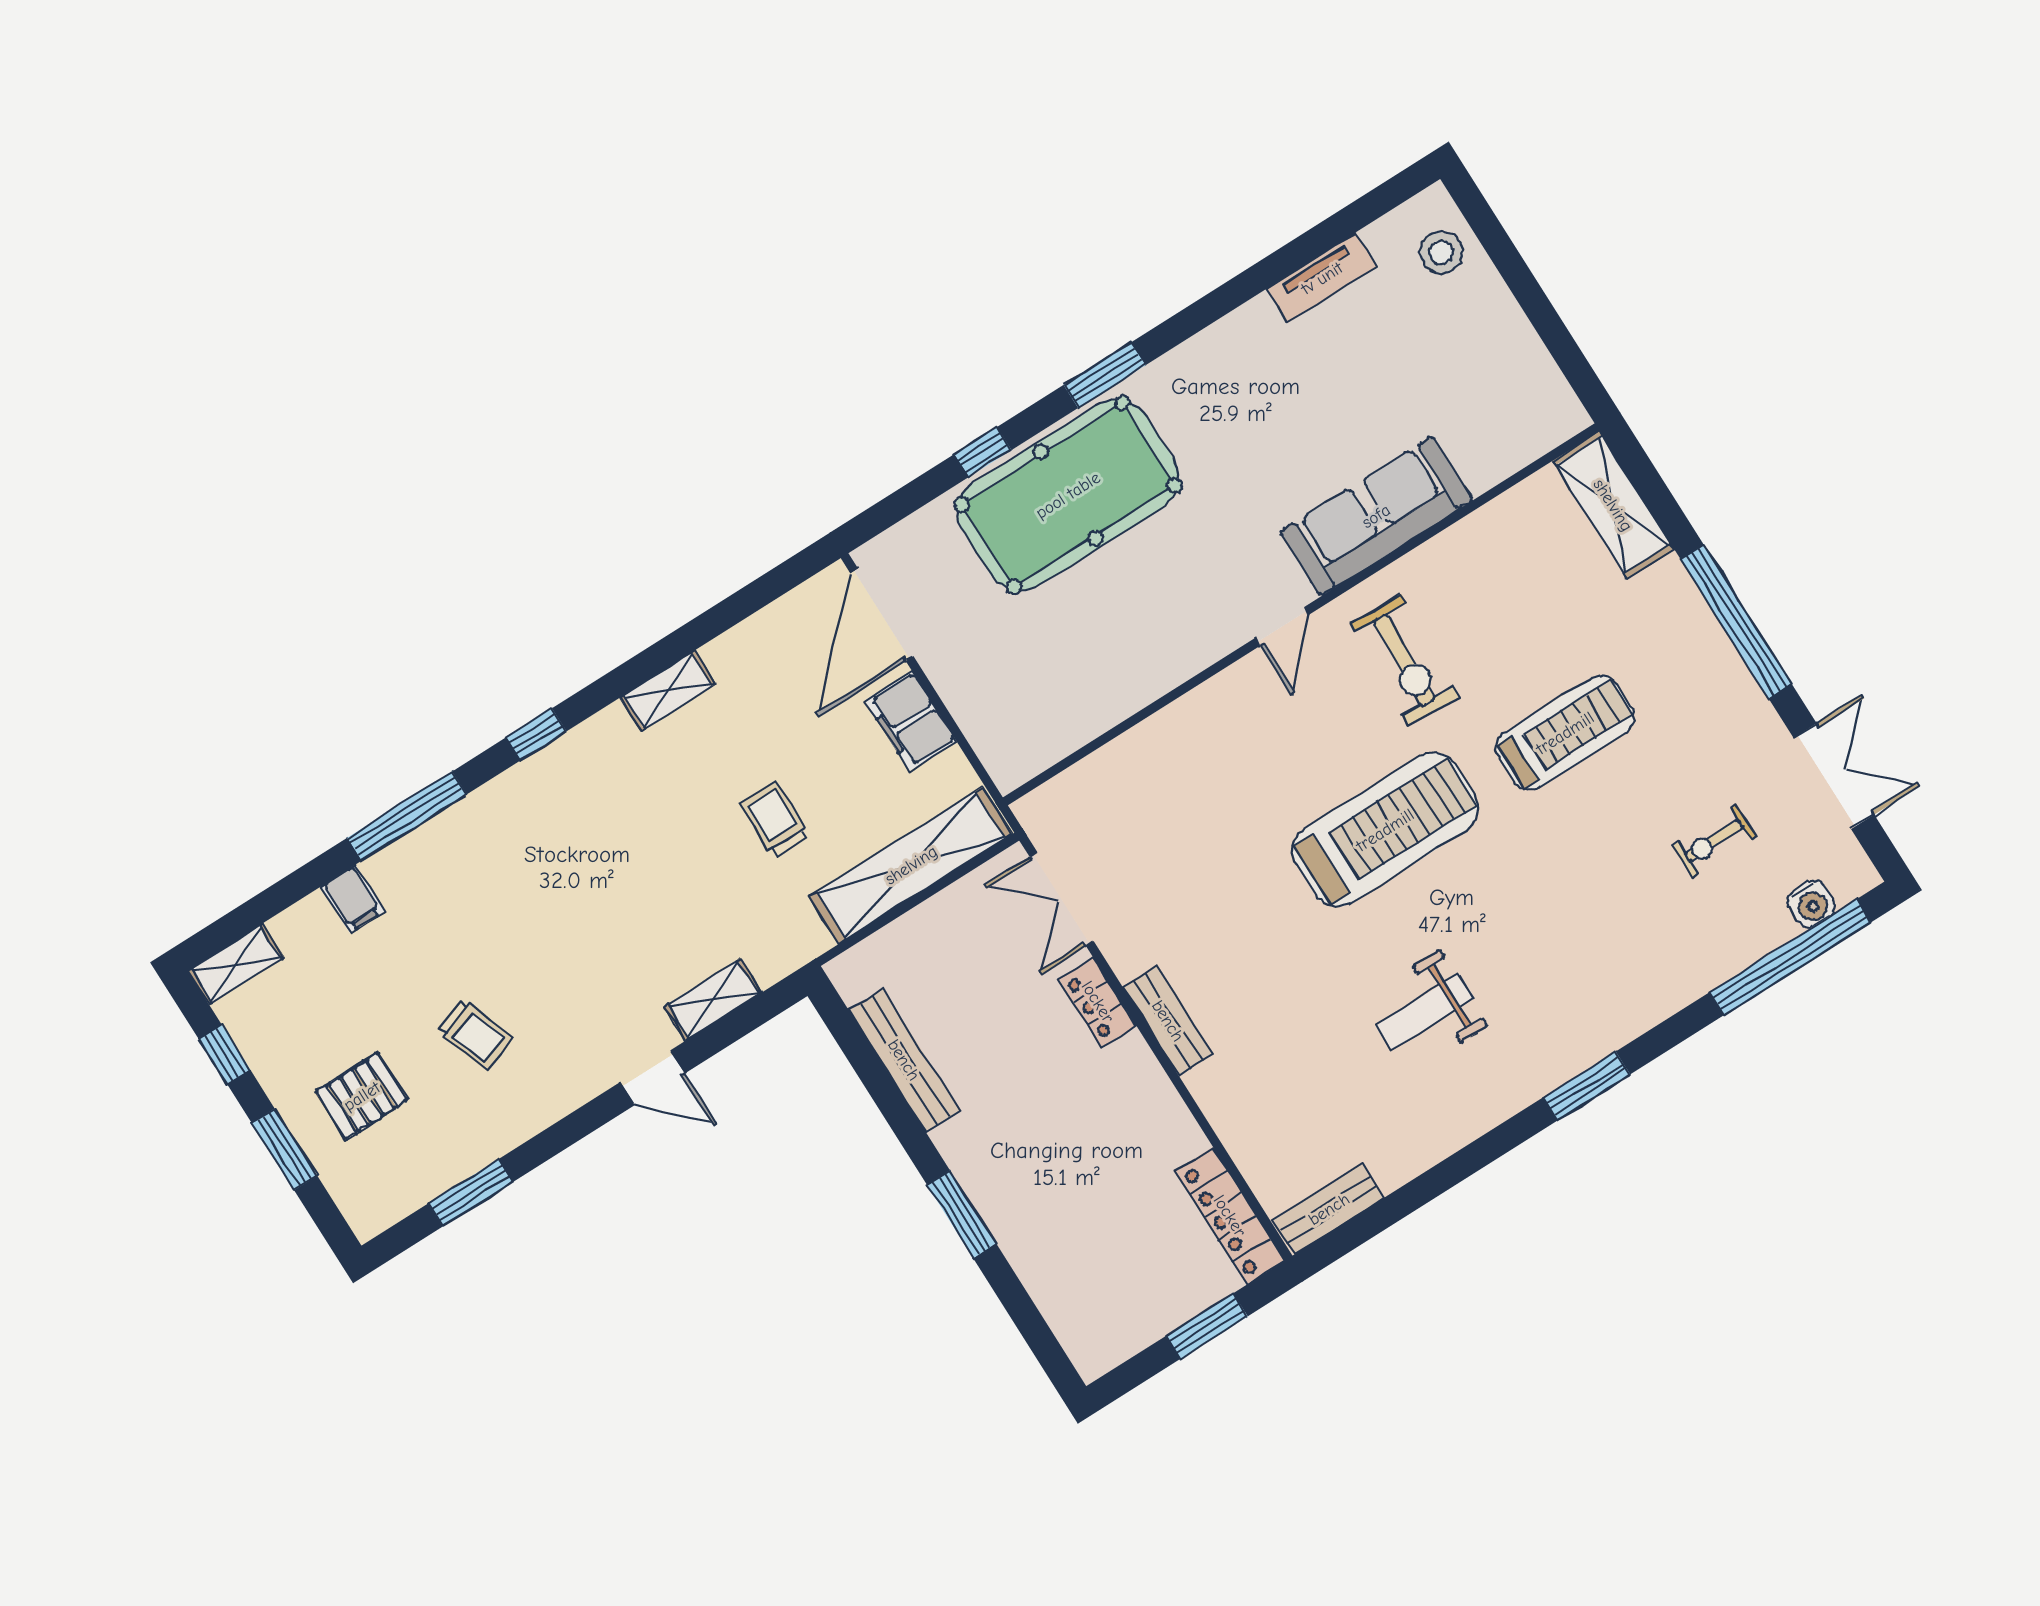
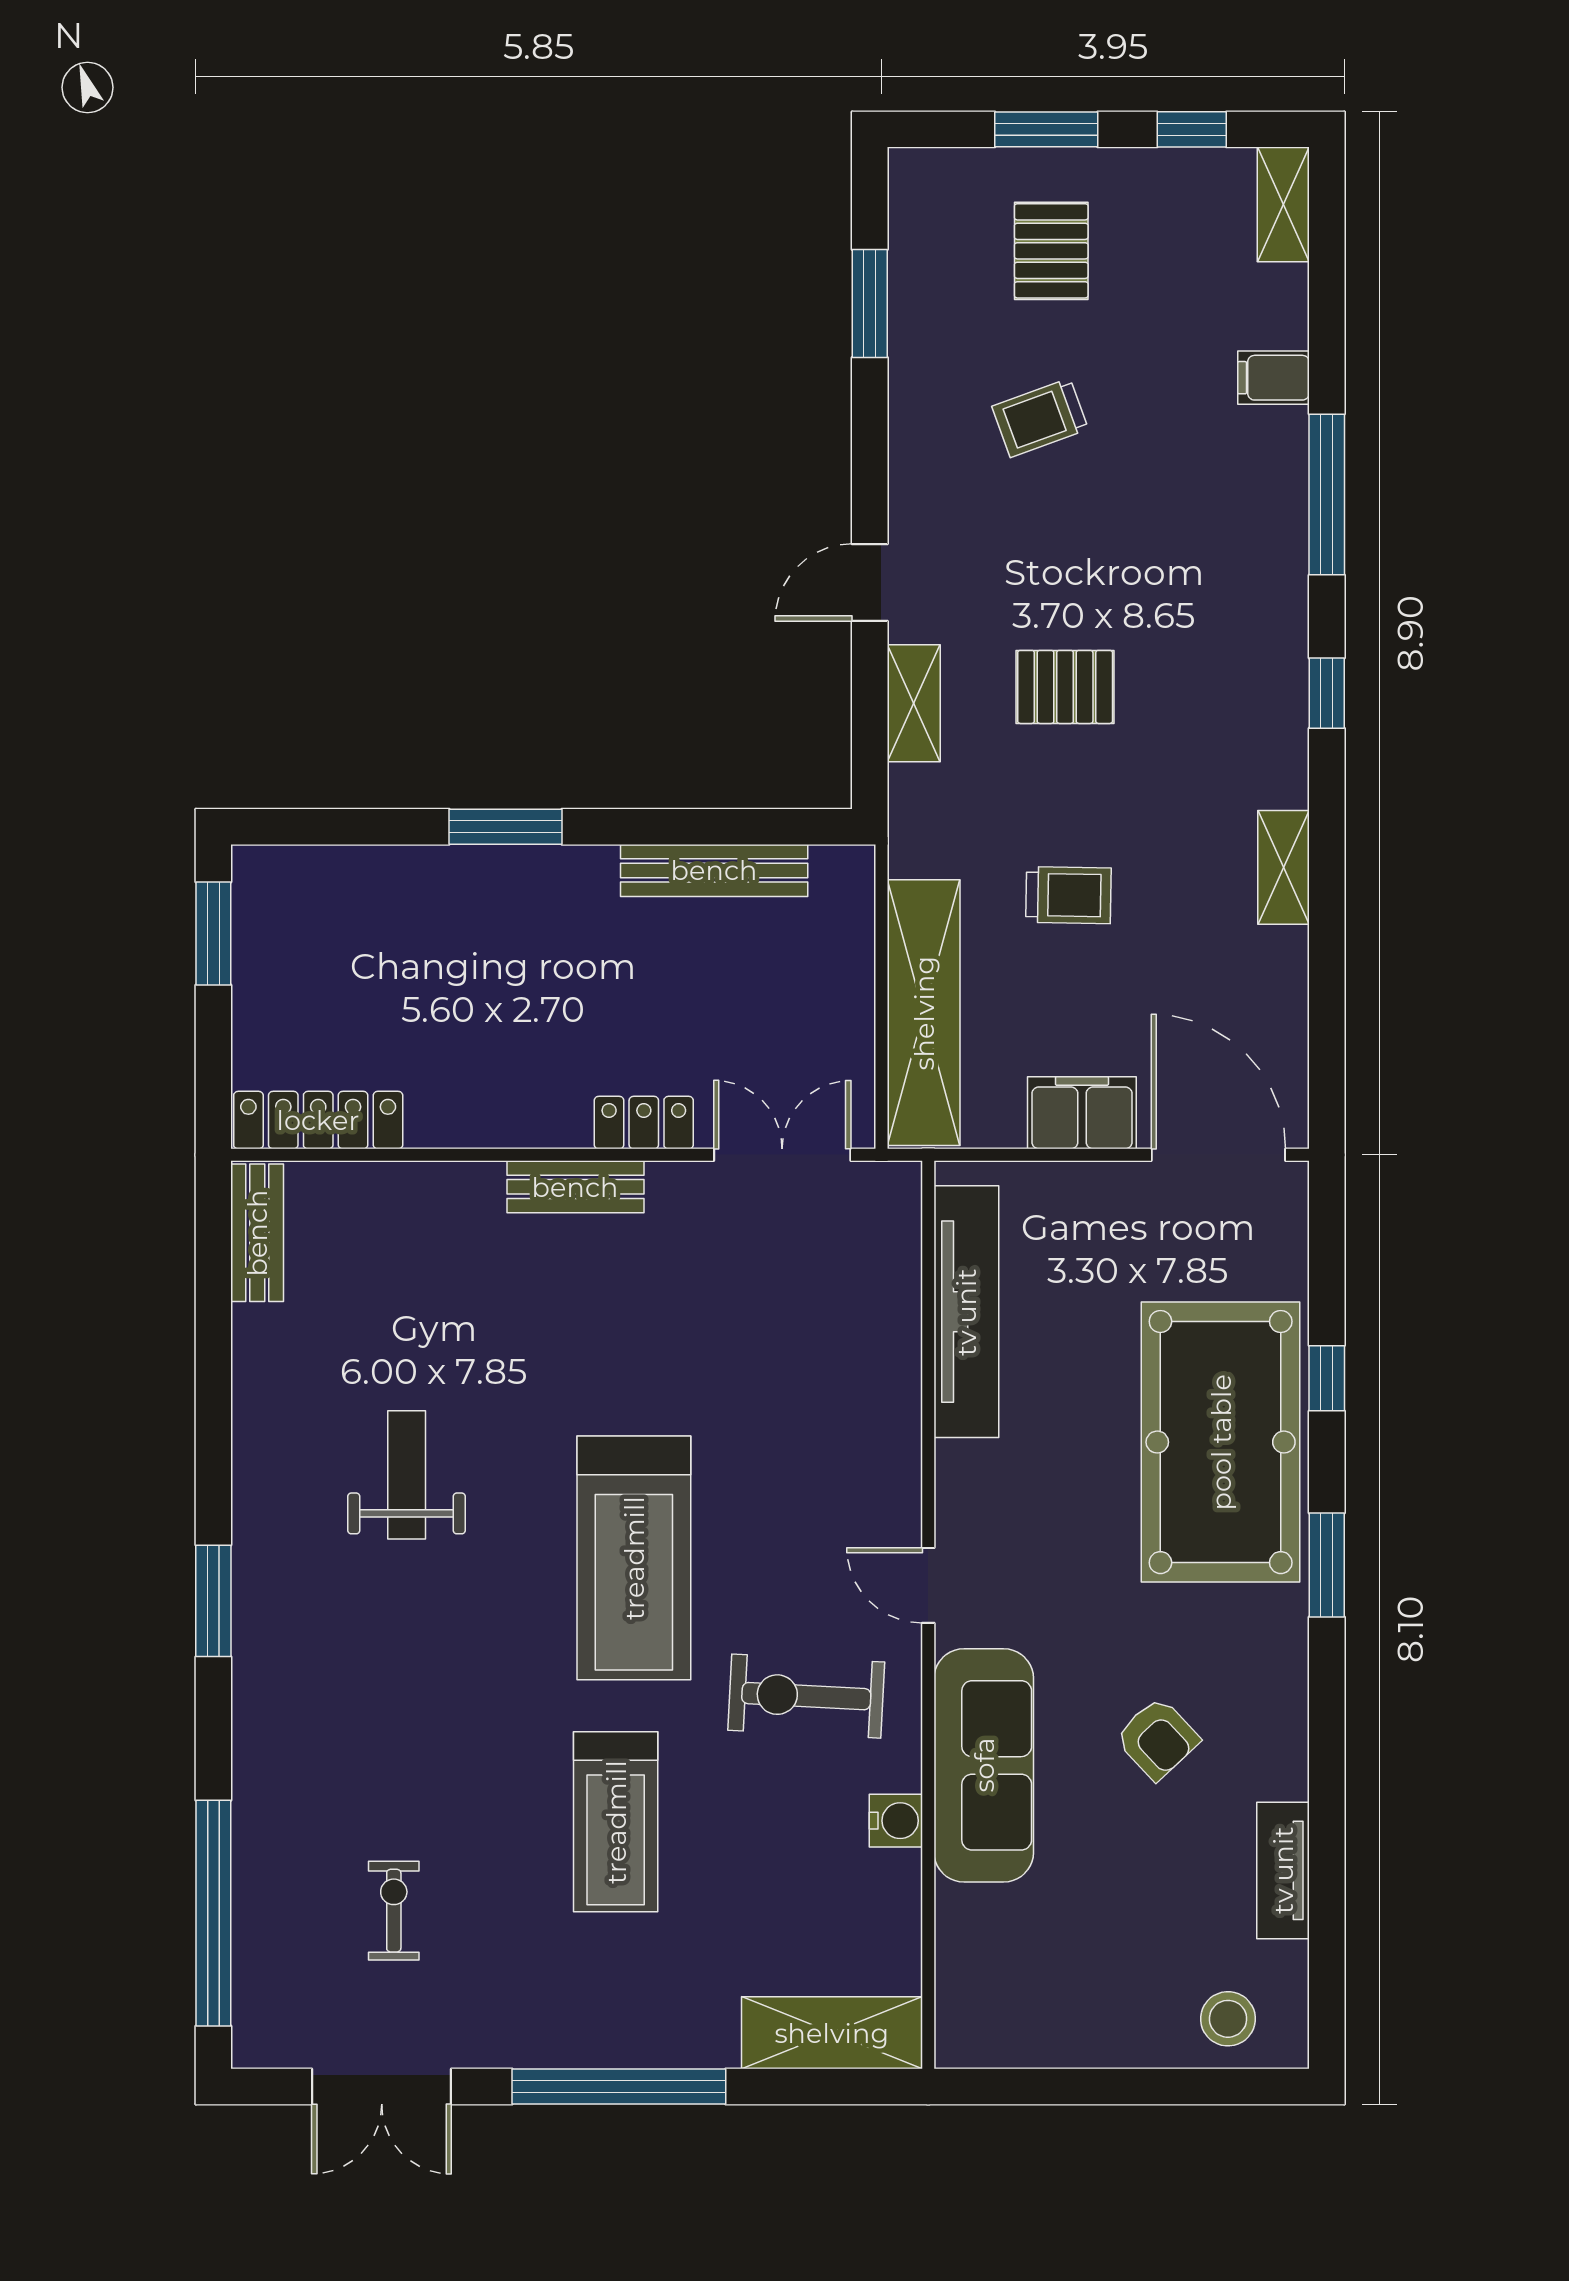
armchair: (1287, 414) -> (1157, 1739), added
tv unit: (1088, 714) -> (966, 1312), added
water cooler: (1811, 904) -> (896, 1821), moved, turned 180
pallet: (640, 907) -> (1065, 687), added
window: (1207, 1326) -> (213, 934), moved

